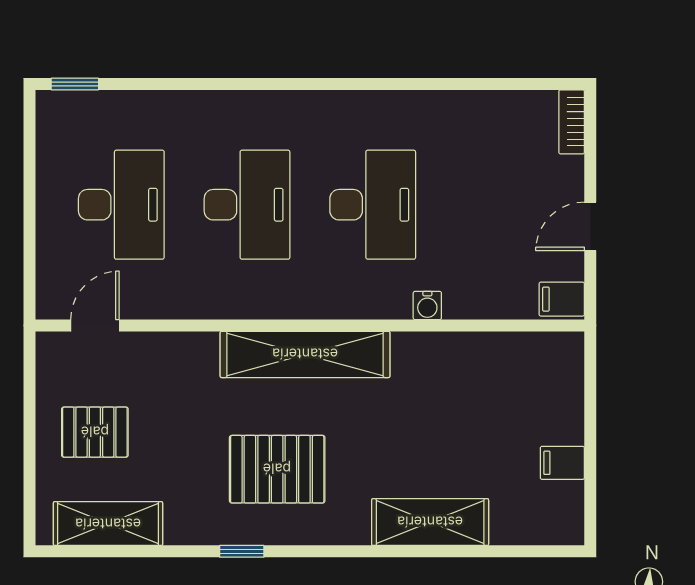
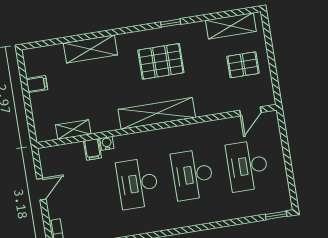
filing cabinet: (562, 299) -> (92, 149), moved, turned 90
shelving: (497, 348) -> (73, 130), added

